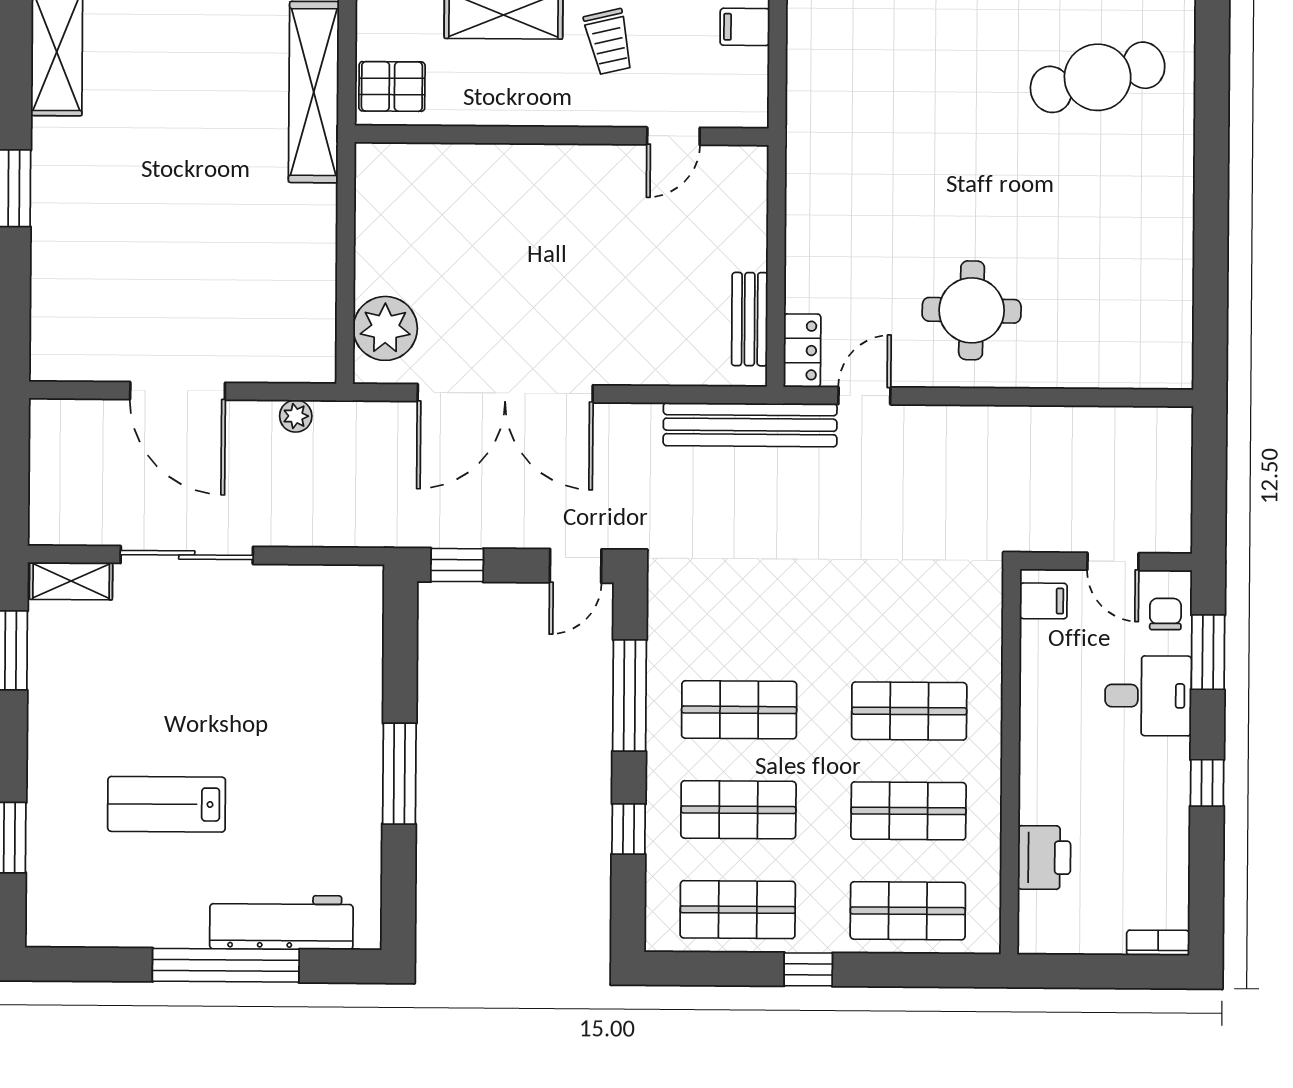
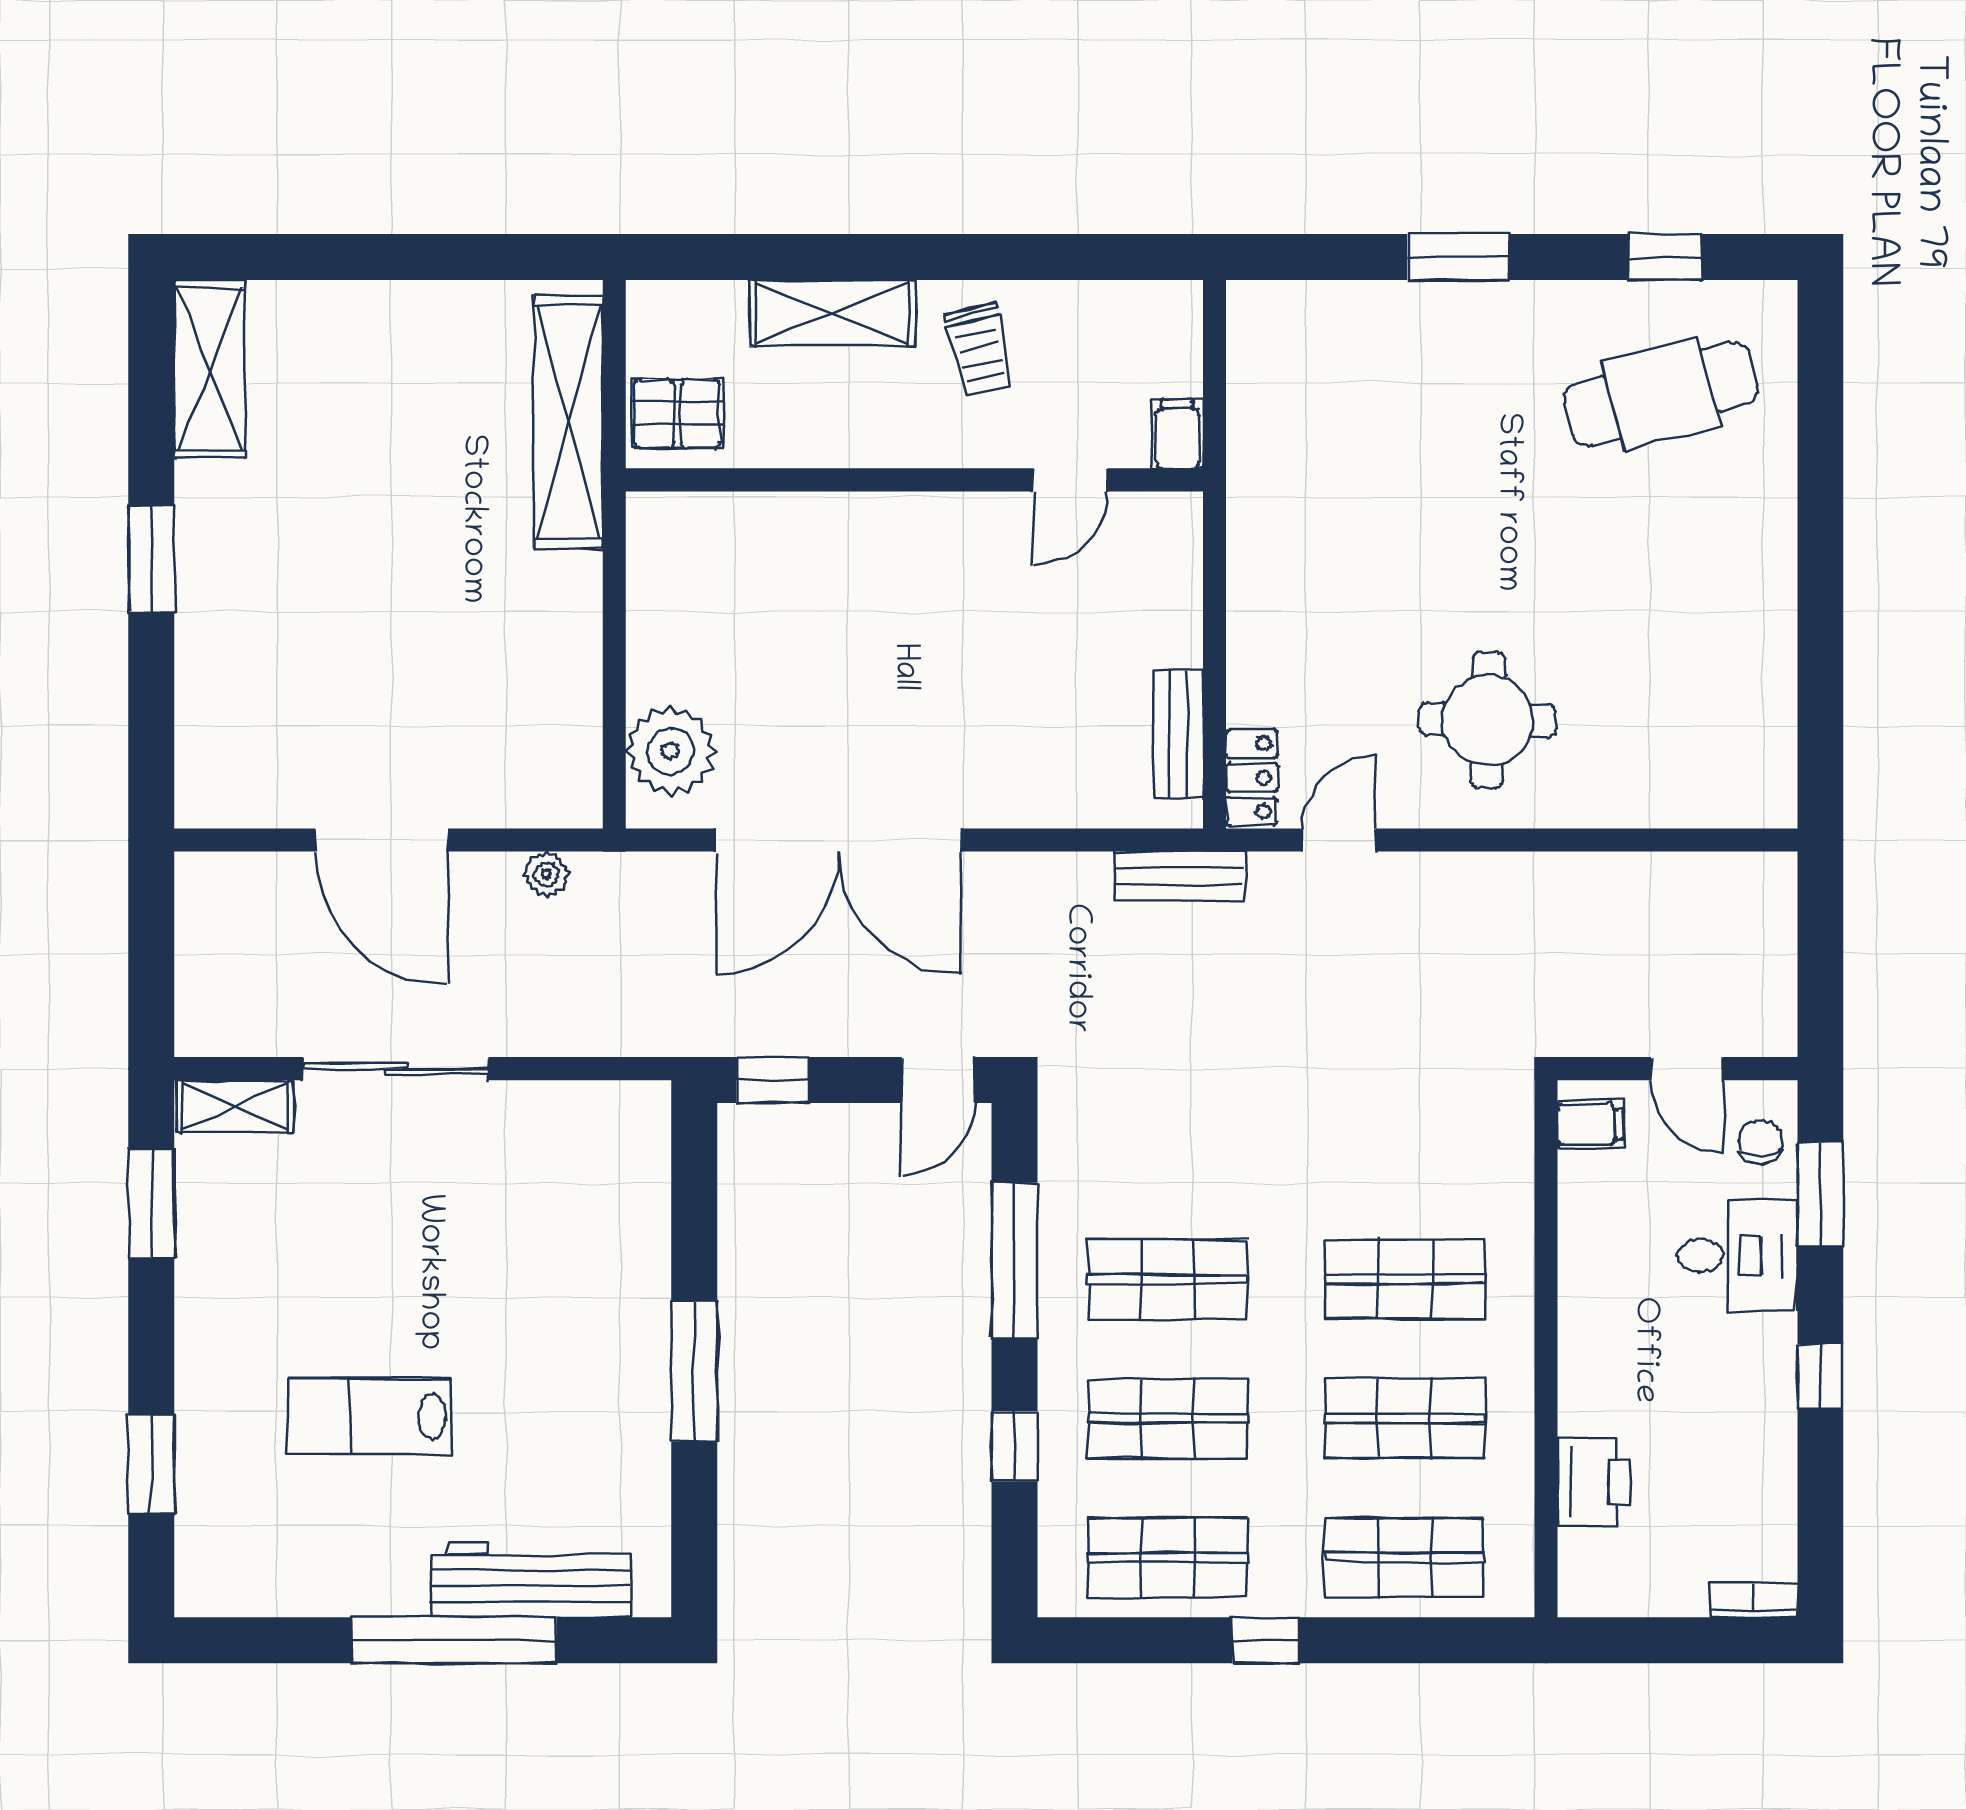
filing cabinet: (745, 27) -> (1177, 434), moved, turned 90
bench: (750, 425) -> (1180, 876), width x0.54, depth x0.82

